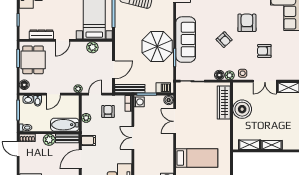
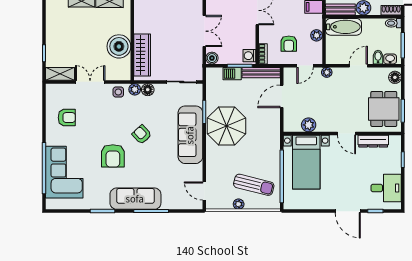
door: (62, 40) -> (347, 134), swing flipped
armchair: (264, 51) -> (67, 118), moved
barbecue: (163, 88) -> (232, 74), moved

